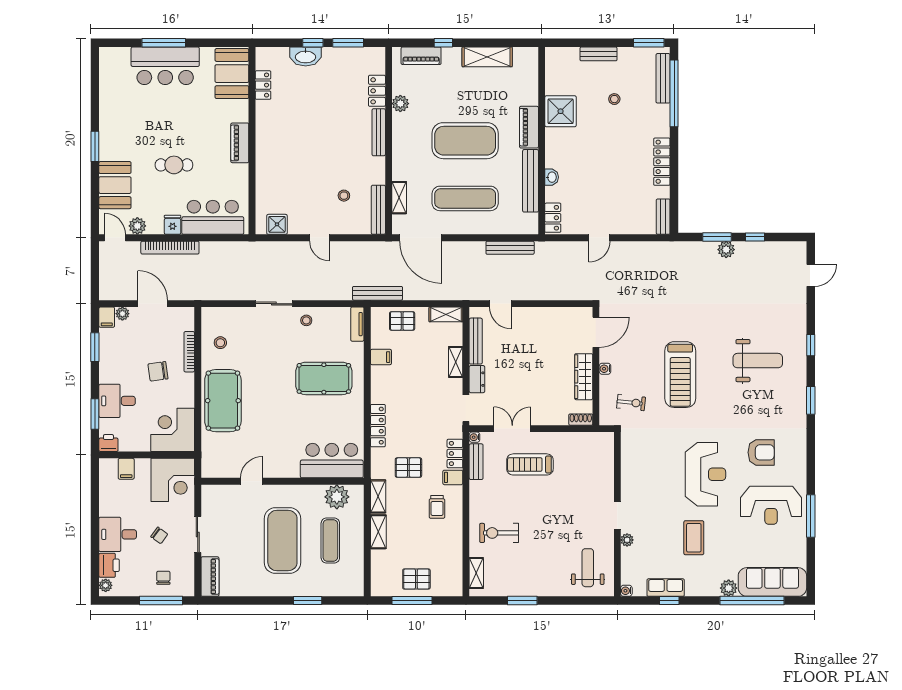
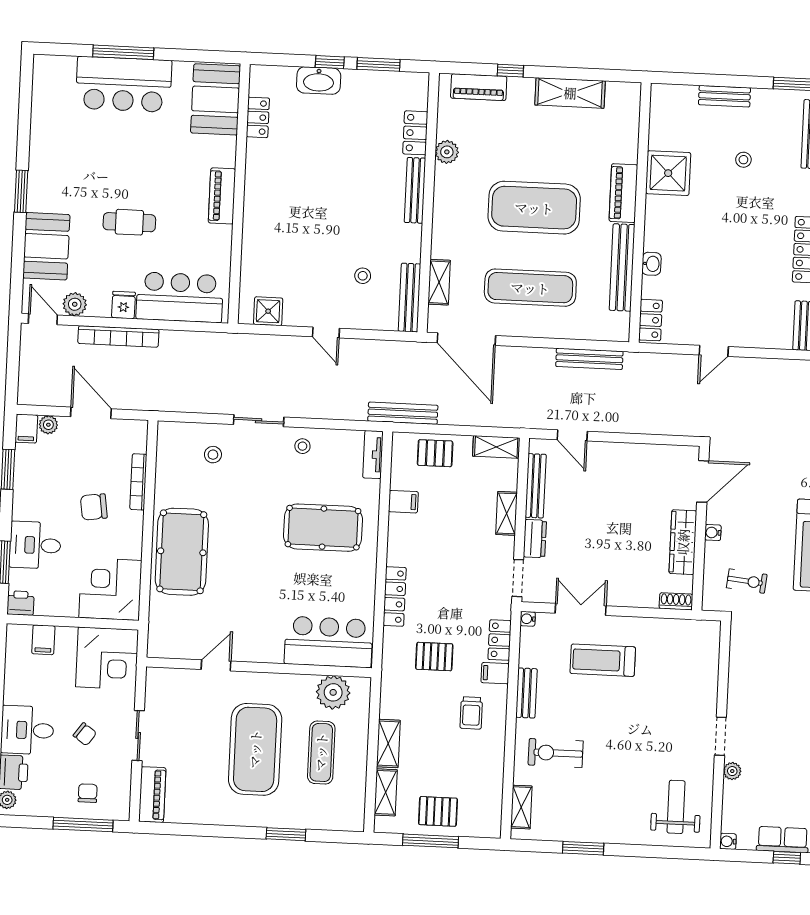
stool: (220, 343) -> (213, 455), moved
bench: (476, 462) -> (526, 693), moved
shelving: (378, 496) -> (386, 792), moved

